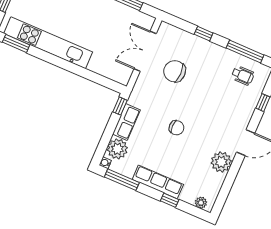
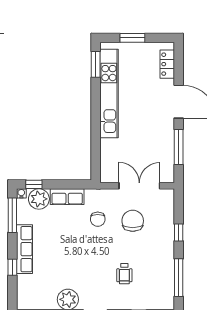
wheelchair: (243, 75) -> (124, 274), moved
window: (120, 106) -> (34, 184), moved
chair: (177, 128) -> (98, 219), moved
plant: (201, 203) -> (23, 297), removed

